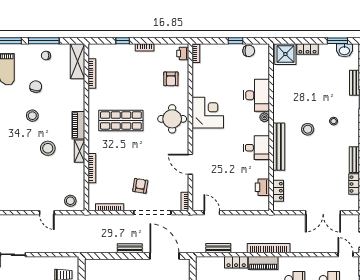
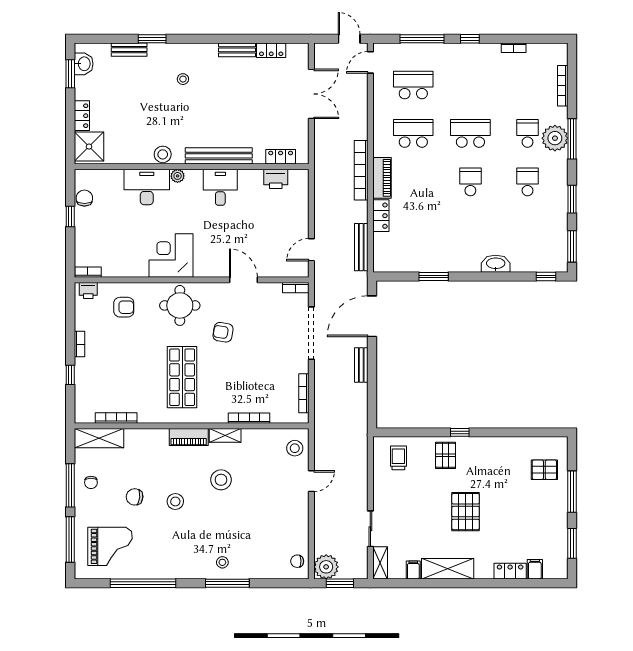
stool: (308, 129) -> (163, 154), moved
door: (190, 164) -> (243, 280), swing flipped
armchair: (140, 186) -> (223, 332), moved
bench: (218, 248) -> (361, 247), width x1.36

